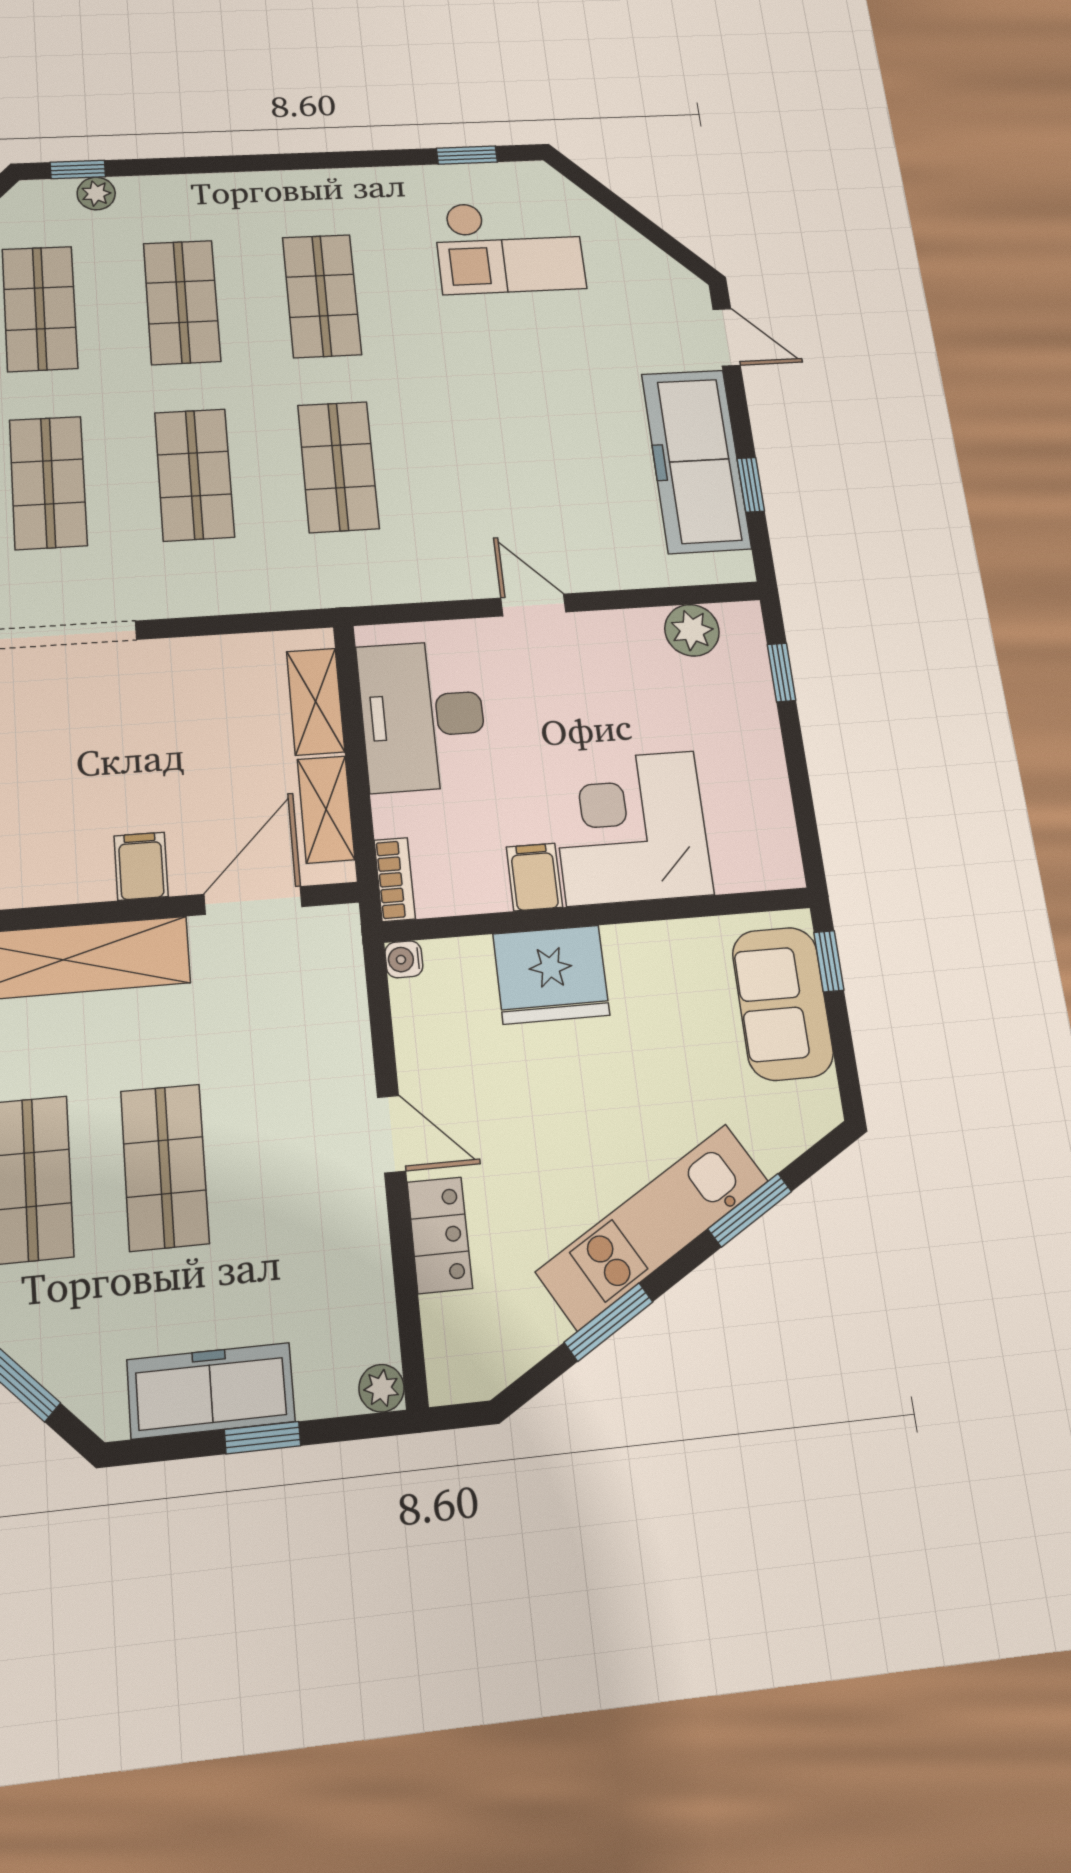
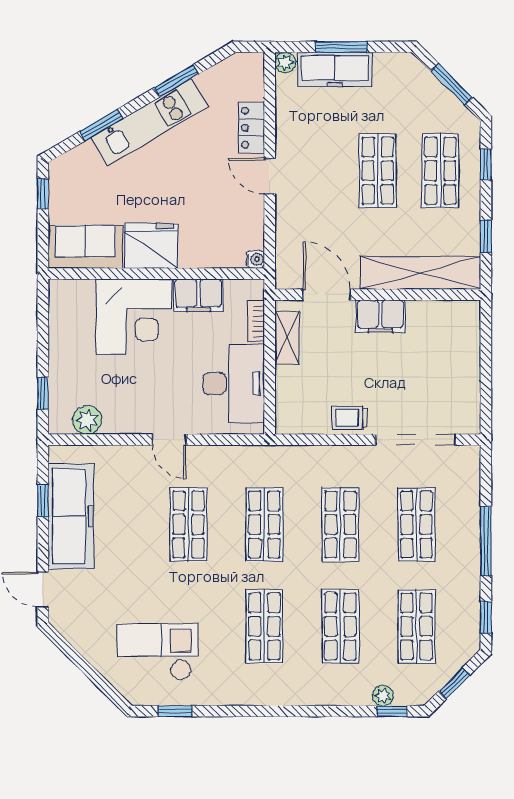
shop shelf: (480, 459) -> (188, 524), added
trolley: (190, 668) -> (350, 418), added
shelving: (316, 701) -> (287, 395), removed
filing cabinet: (141, 866) -> (380, 316), width x2.00
filing cabinet: (534, 877) -> (198, 295), width x2.00
bookcase: (395, 879) -> (256, 321), moved
door: (253, 900) -> (327, 295), swing flipped
window: (829, 961) -> (43, 194), moved
fridge: (551, 975) -> (151, 246), moved
sofa: (783, 1003) -> (85, 247), moved, turned -90
freezer: (211, 1391) -> (335, 69), moved
window: (263, 1438) -> (341, 47), width x1.50

